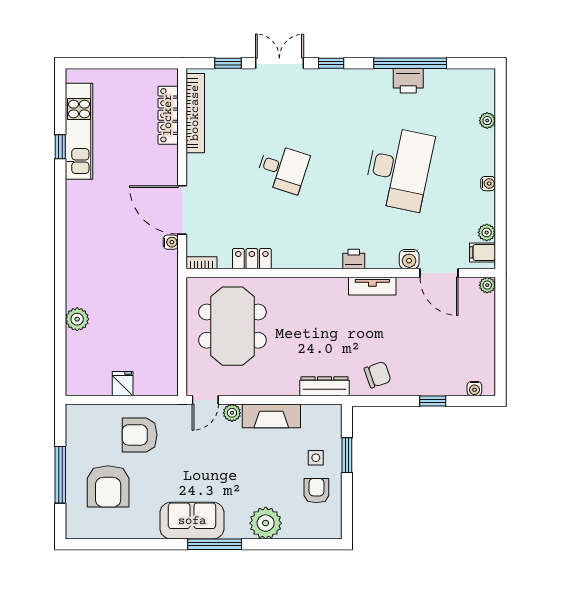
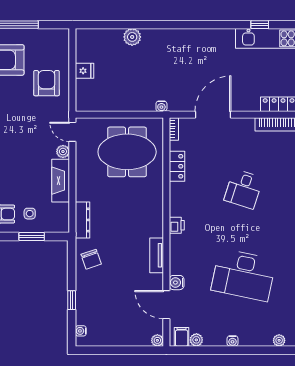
water cooler: (171, 242) -> (161, 106), moved
printer: (354, 259) -> (177, 225), moved
door: (439, 273) -> (166, 305), hinge flipped

